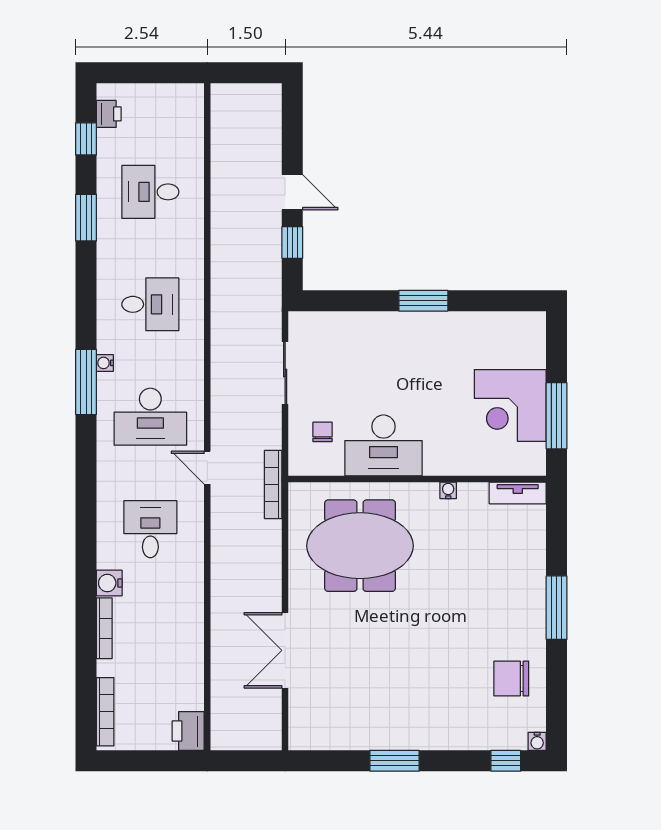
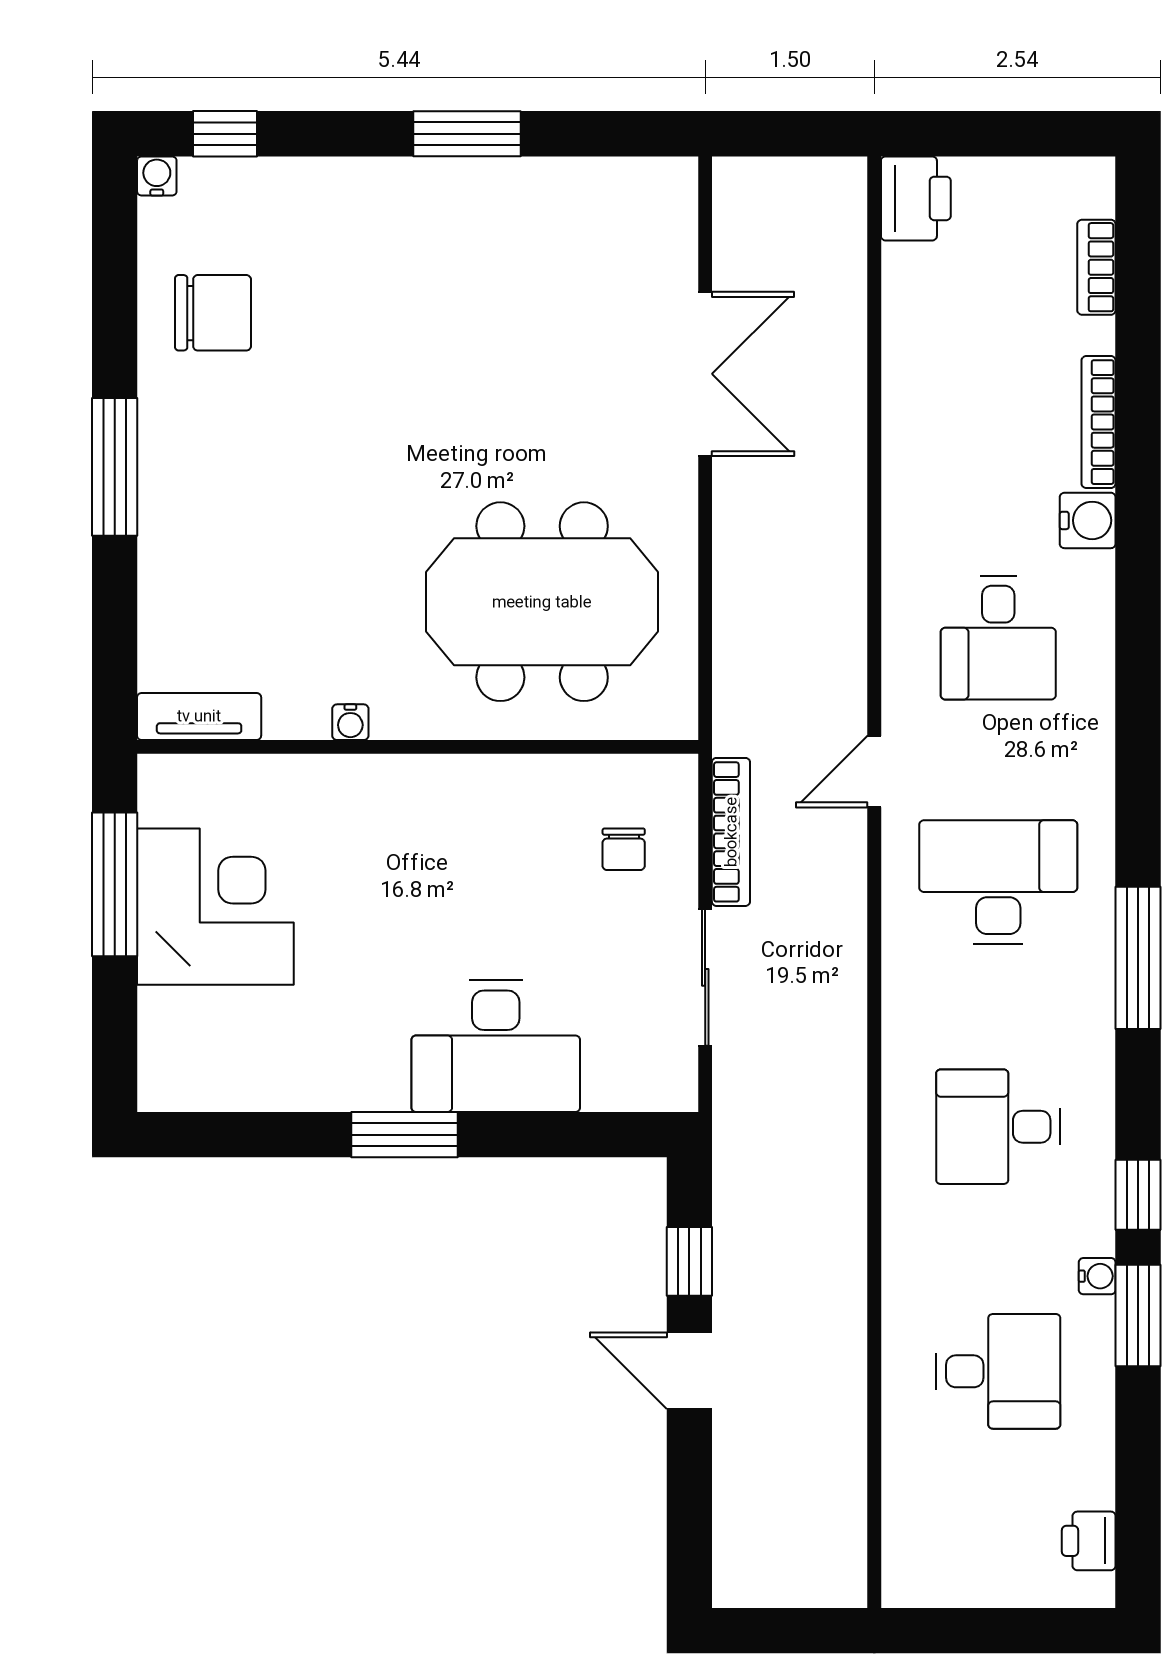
window: (86, 139) -> (1138, 1195), moved
water cooler: (105, 363) -> (1097, 1276), moved
desk: (383, 445) -> (496, 1046), moved, turned 180
door: (207, 468) -> (874, 772), swing flipped
bookcase: (273, 484) -> (731, 832), moved
bookcase: (105, 712) -> (1096, 267), width x0.64

